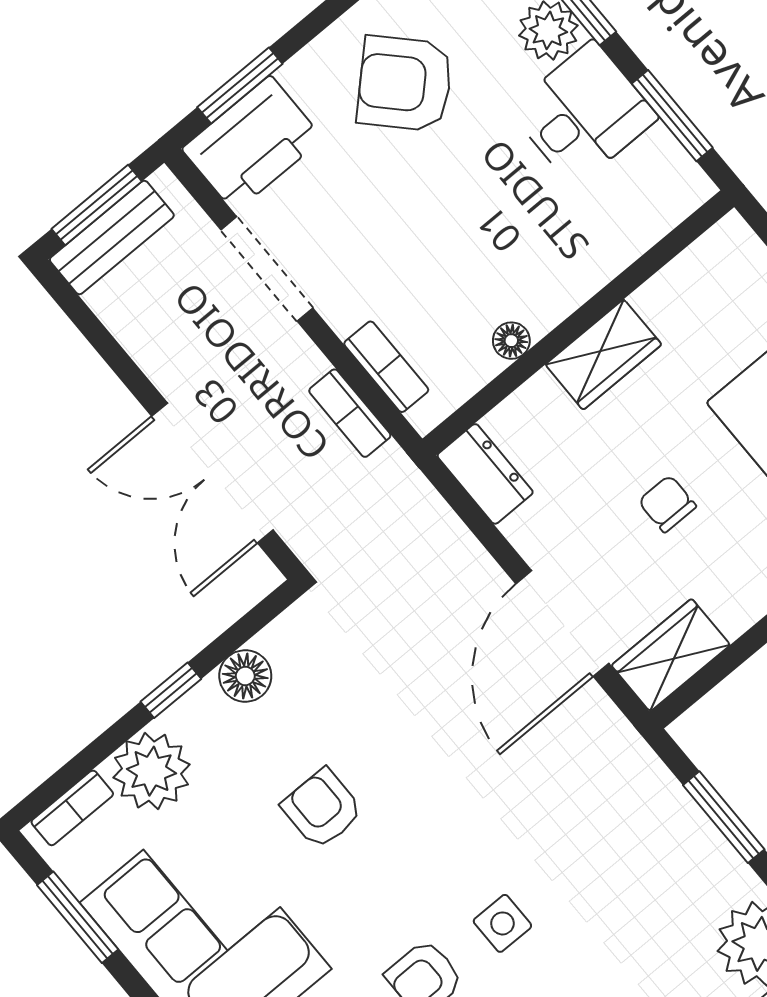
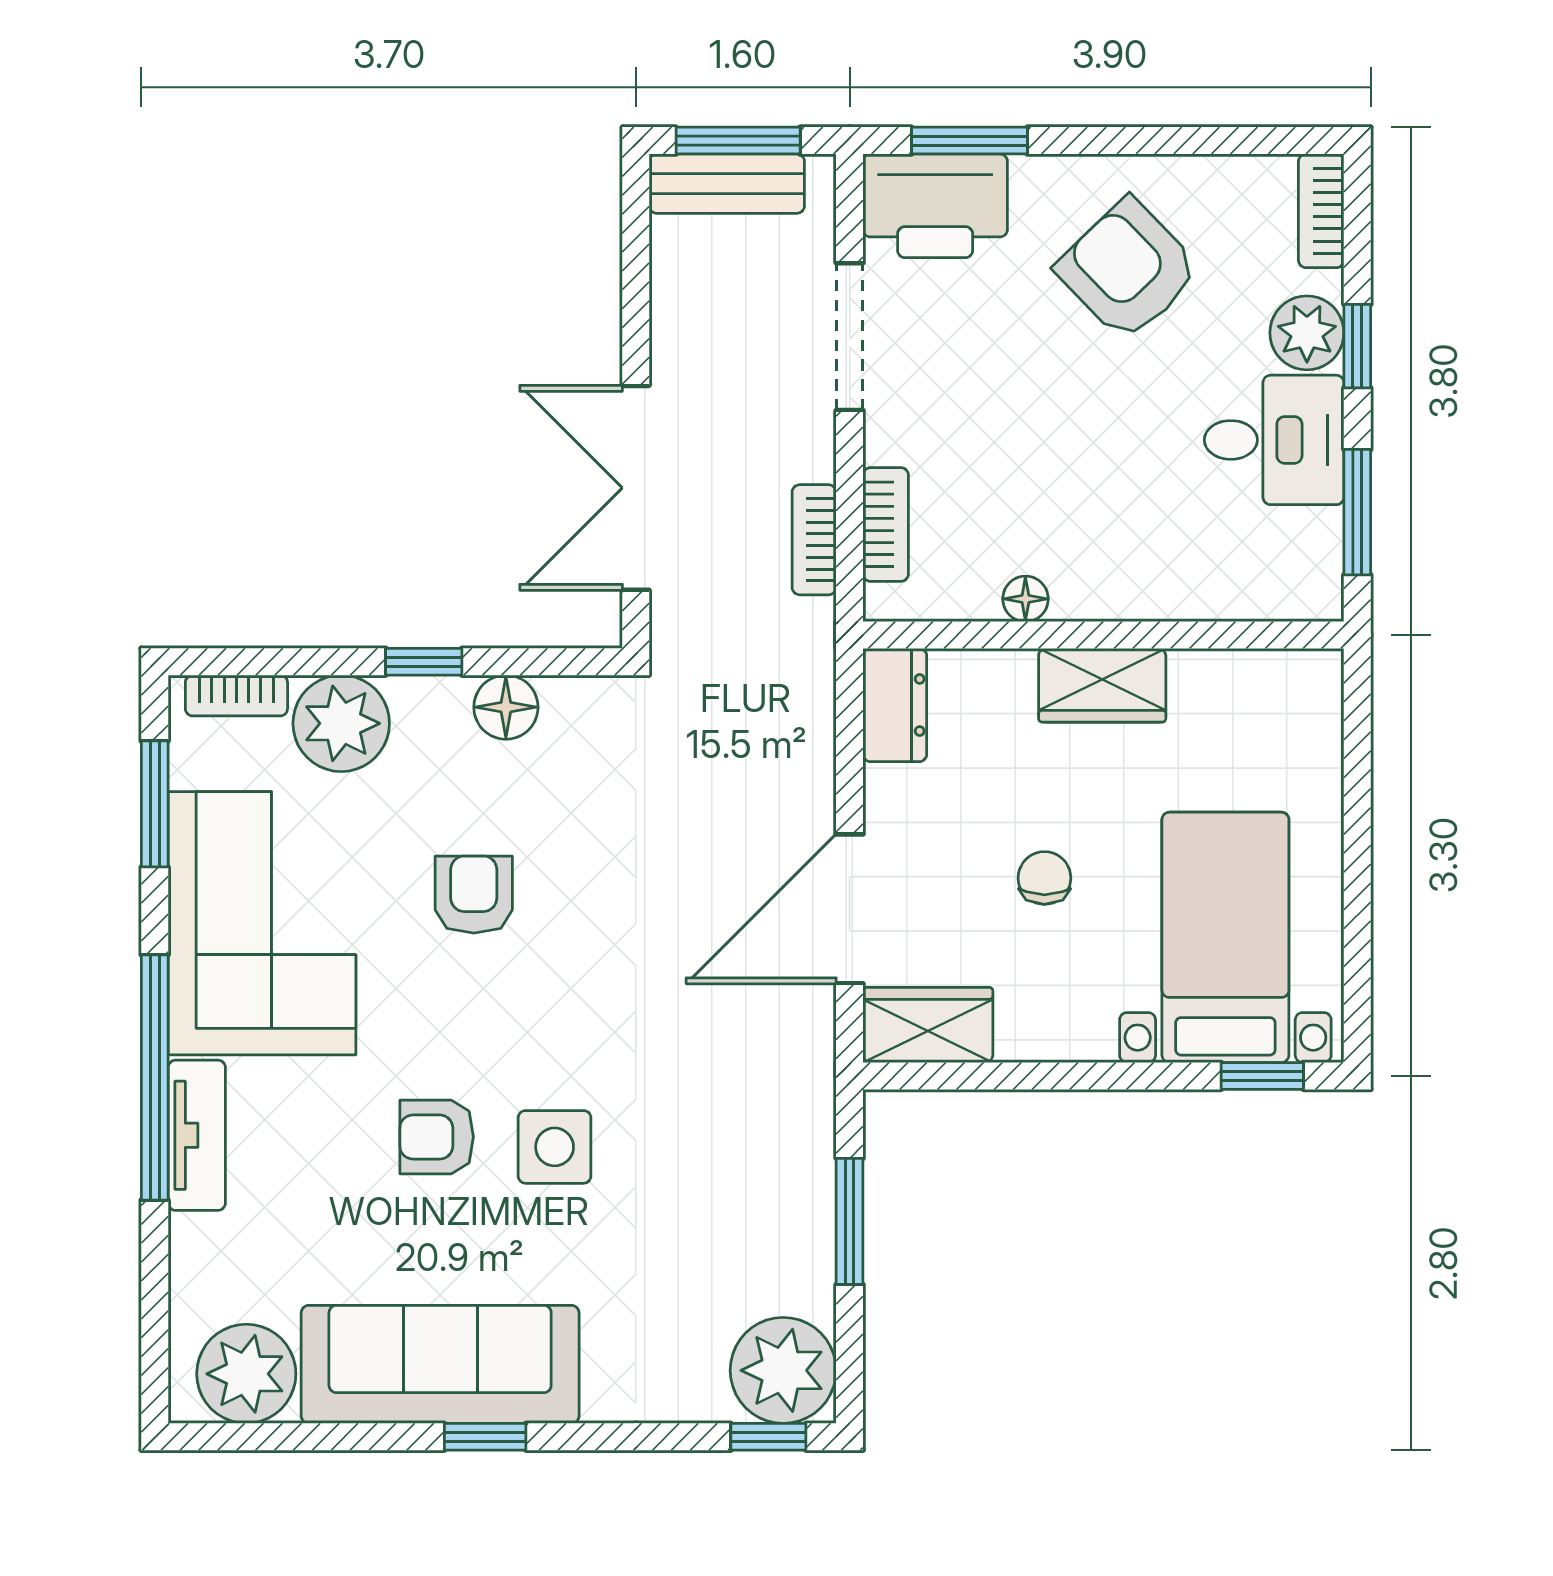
side table: (502, 923) -> (555, 1147), width x1.37, depth x1.37

